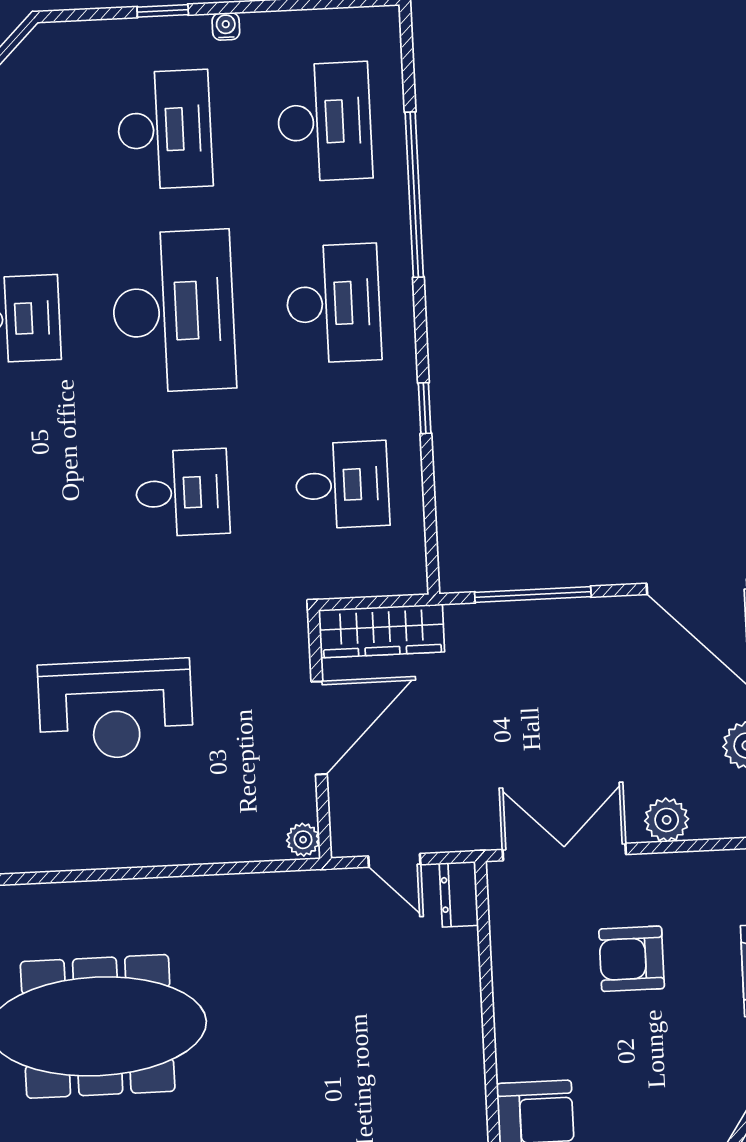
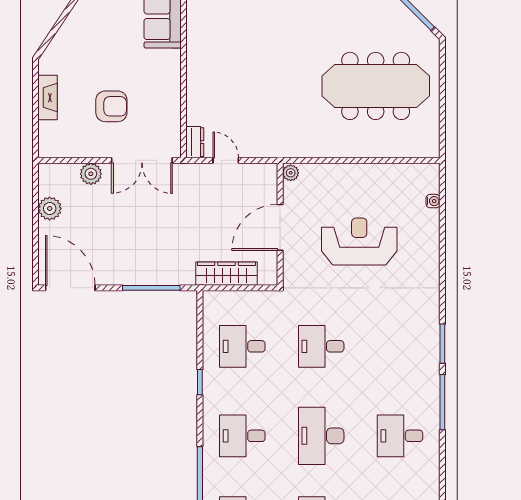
desk: (333, 303) -> (242, 436), width x0.73
desk: (173, 311) -> (321, 436), width x0.73, depth x0.77
door: (319, 728) -> (280, 227), moved
wall: (319, 734) -> (280, 224), moved
plant: (303, 840) -> (291, 173), moved

